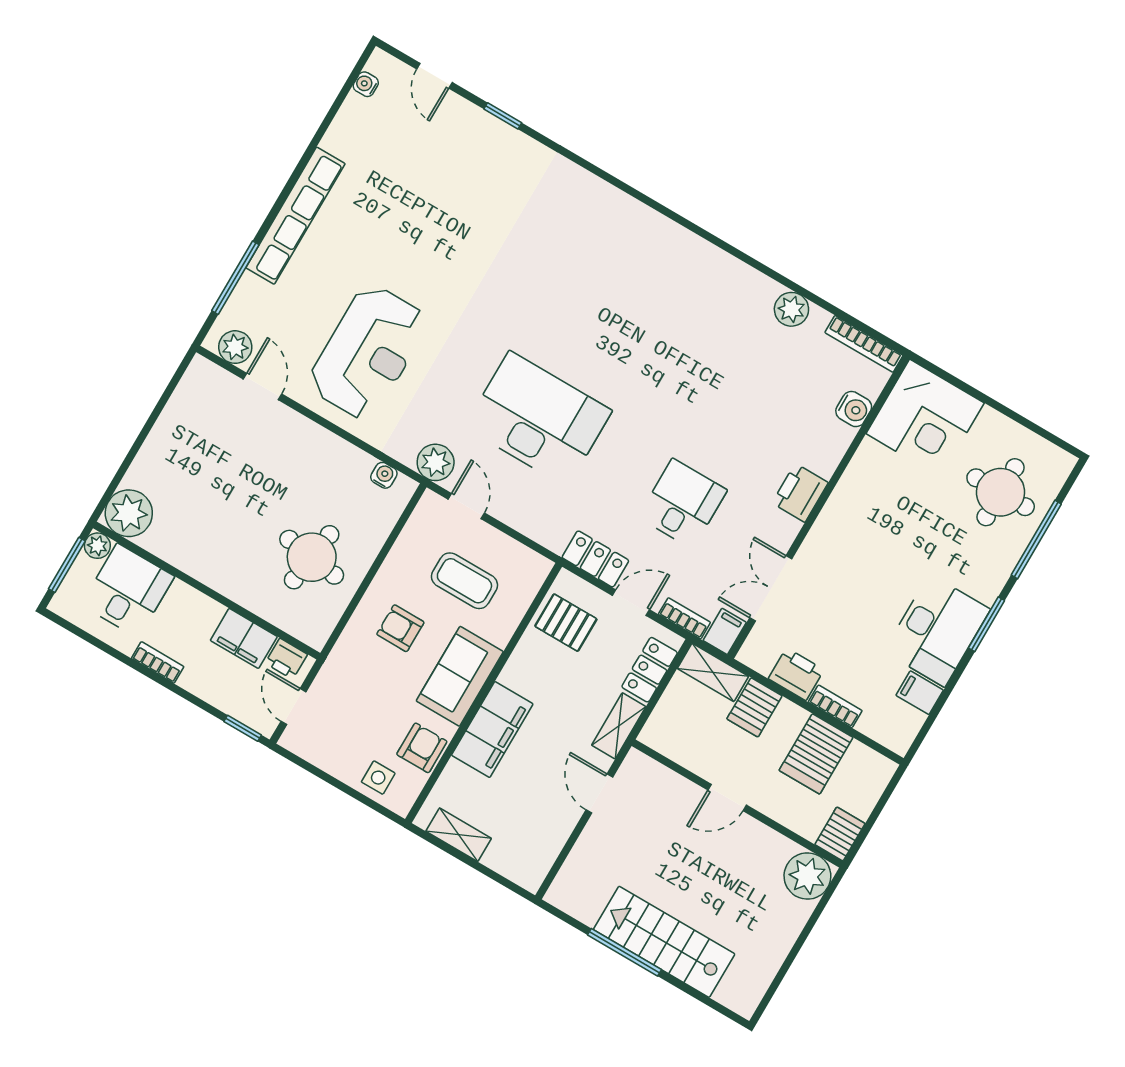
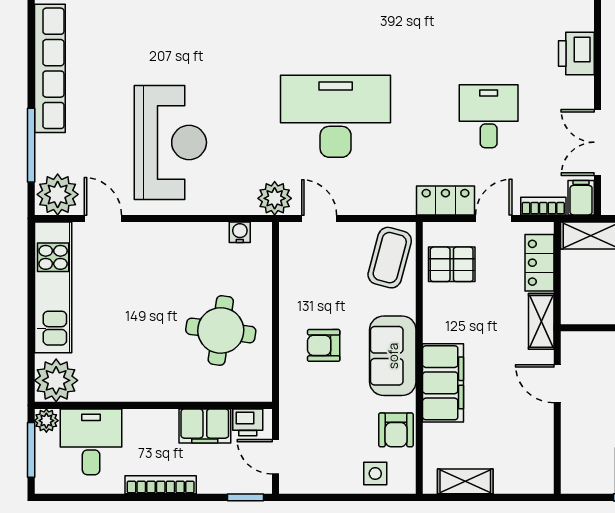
plant: (235, 347) -> (58, 194), width x1.36, depth x1.36
kitchen unit: (177, 424) -> (53, 287), added
coffee table: (464, 581) -> (390, 258), moved, turned -75
bookcase: (158, 662) -> (161, 485), width x1.56
armchair: (422, 748) -> (396, 430), turned 180

